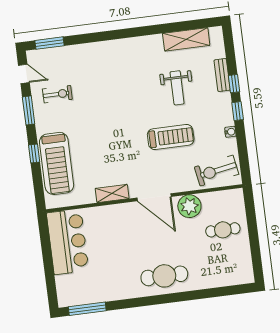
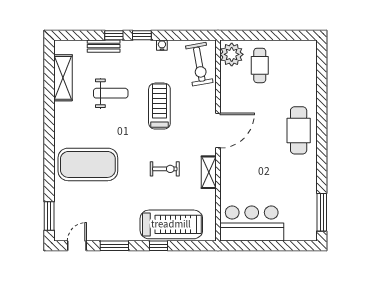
exercise mat: (105, 74) -> (88, 164), added
exercise bike: (57, 94) -> (165, 169), moved, turned 90
plant: (189, 206) -> (232, 54), moved

